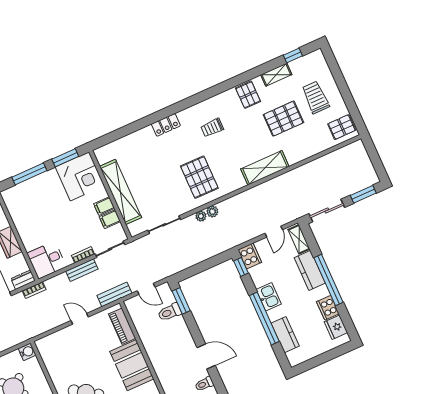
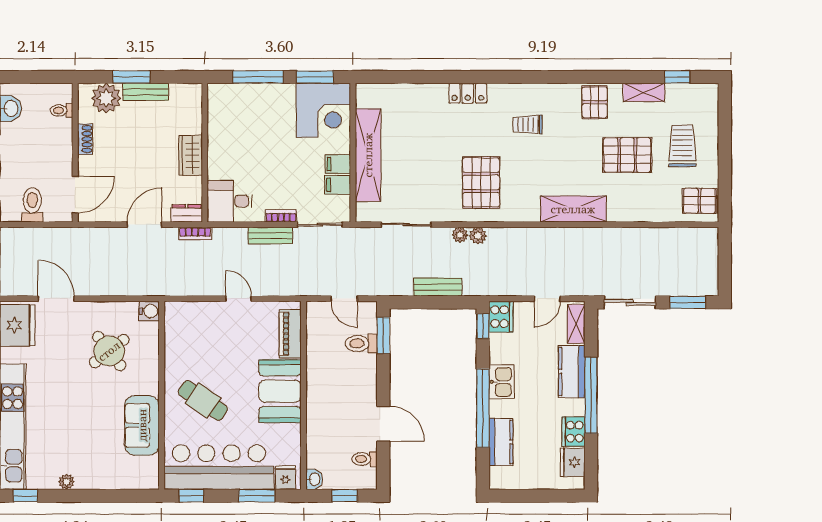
bench: (114, 294) -> (438, 287), moved

